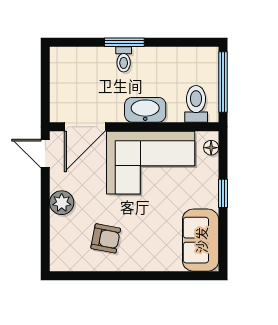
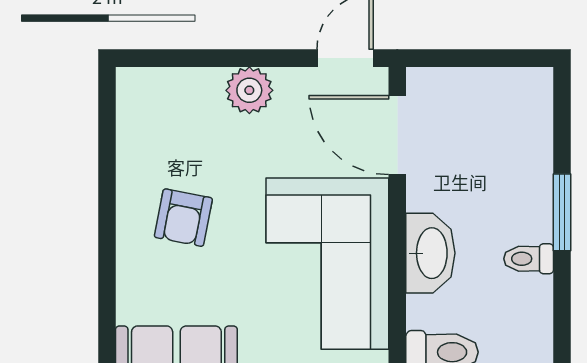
toilet: (124, 59) -> (529, 259), moved
armchair: (106, 238) -> (183, 218), moved

